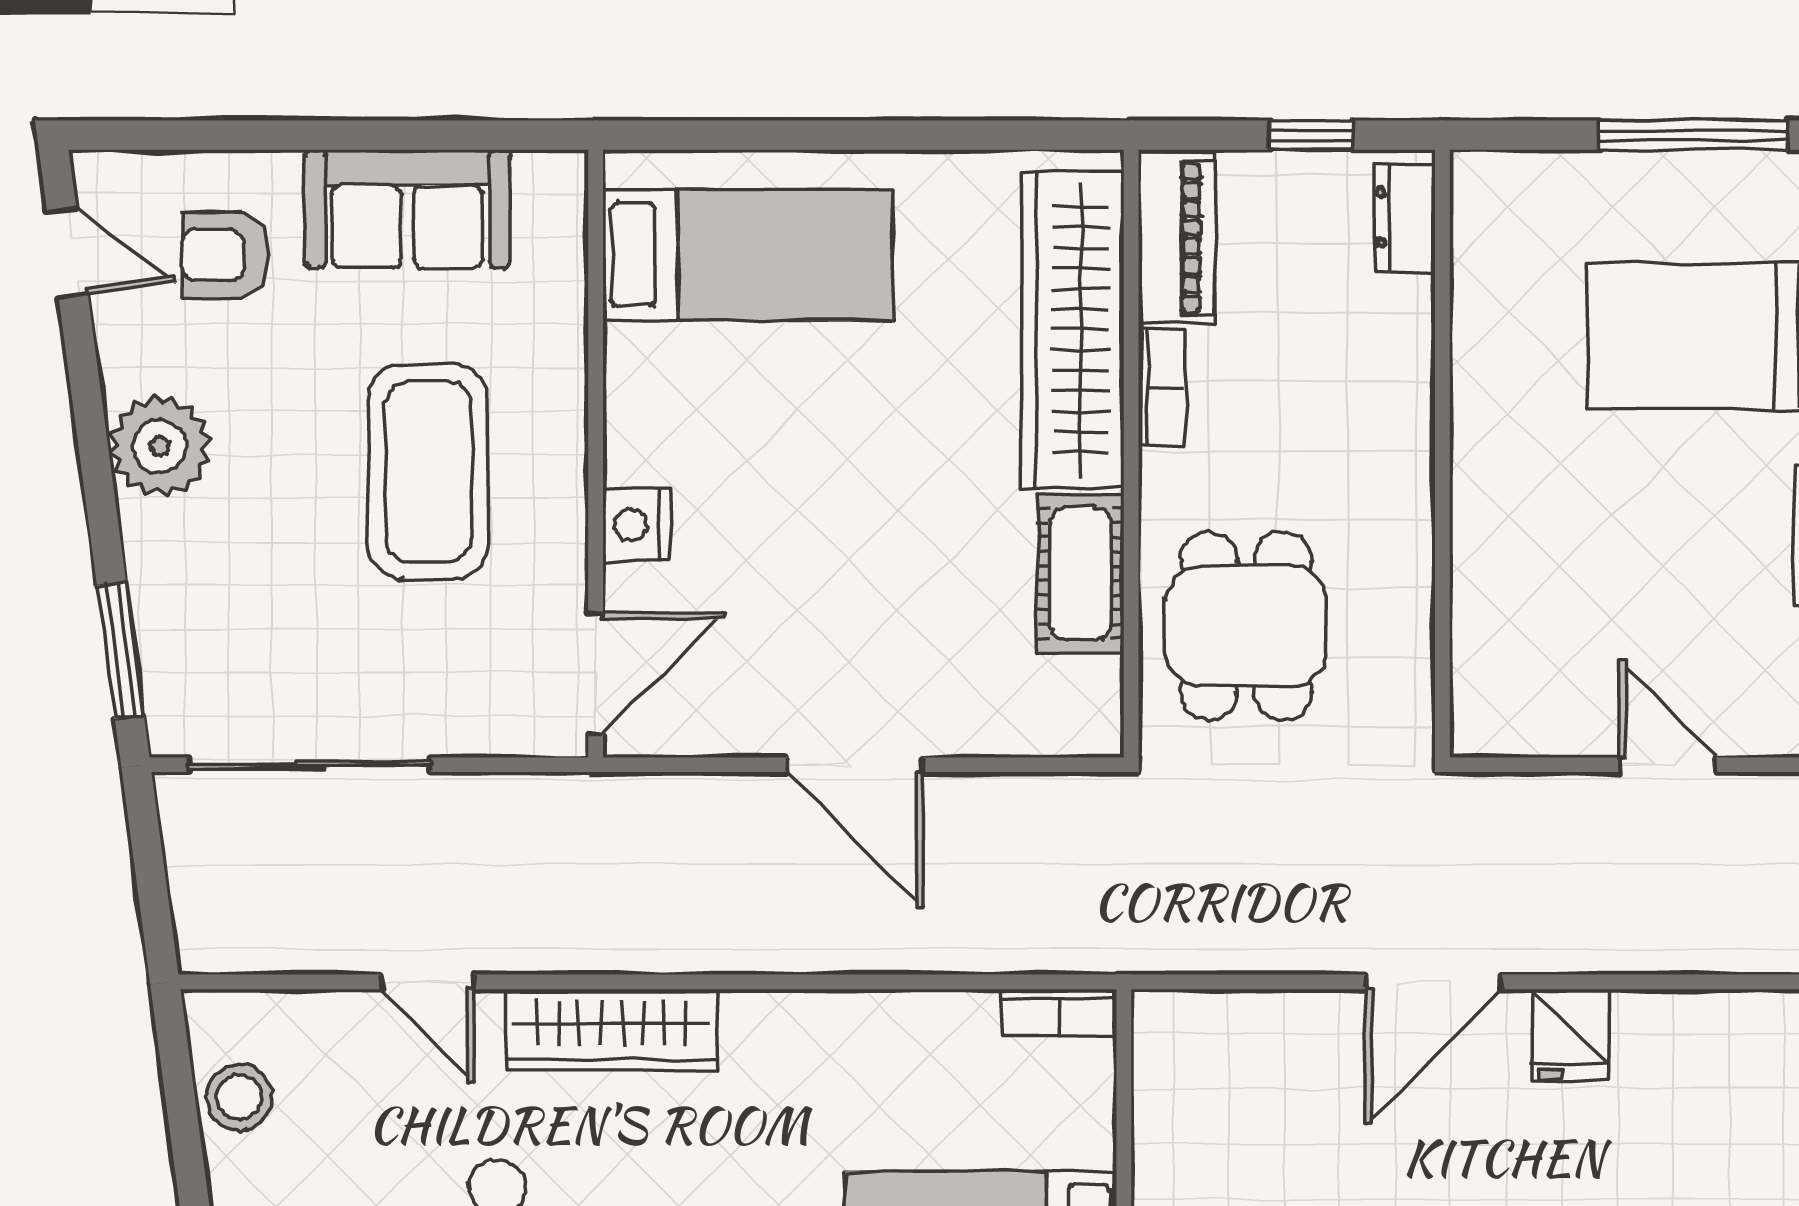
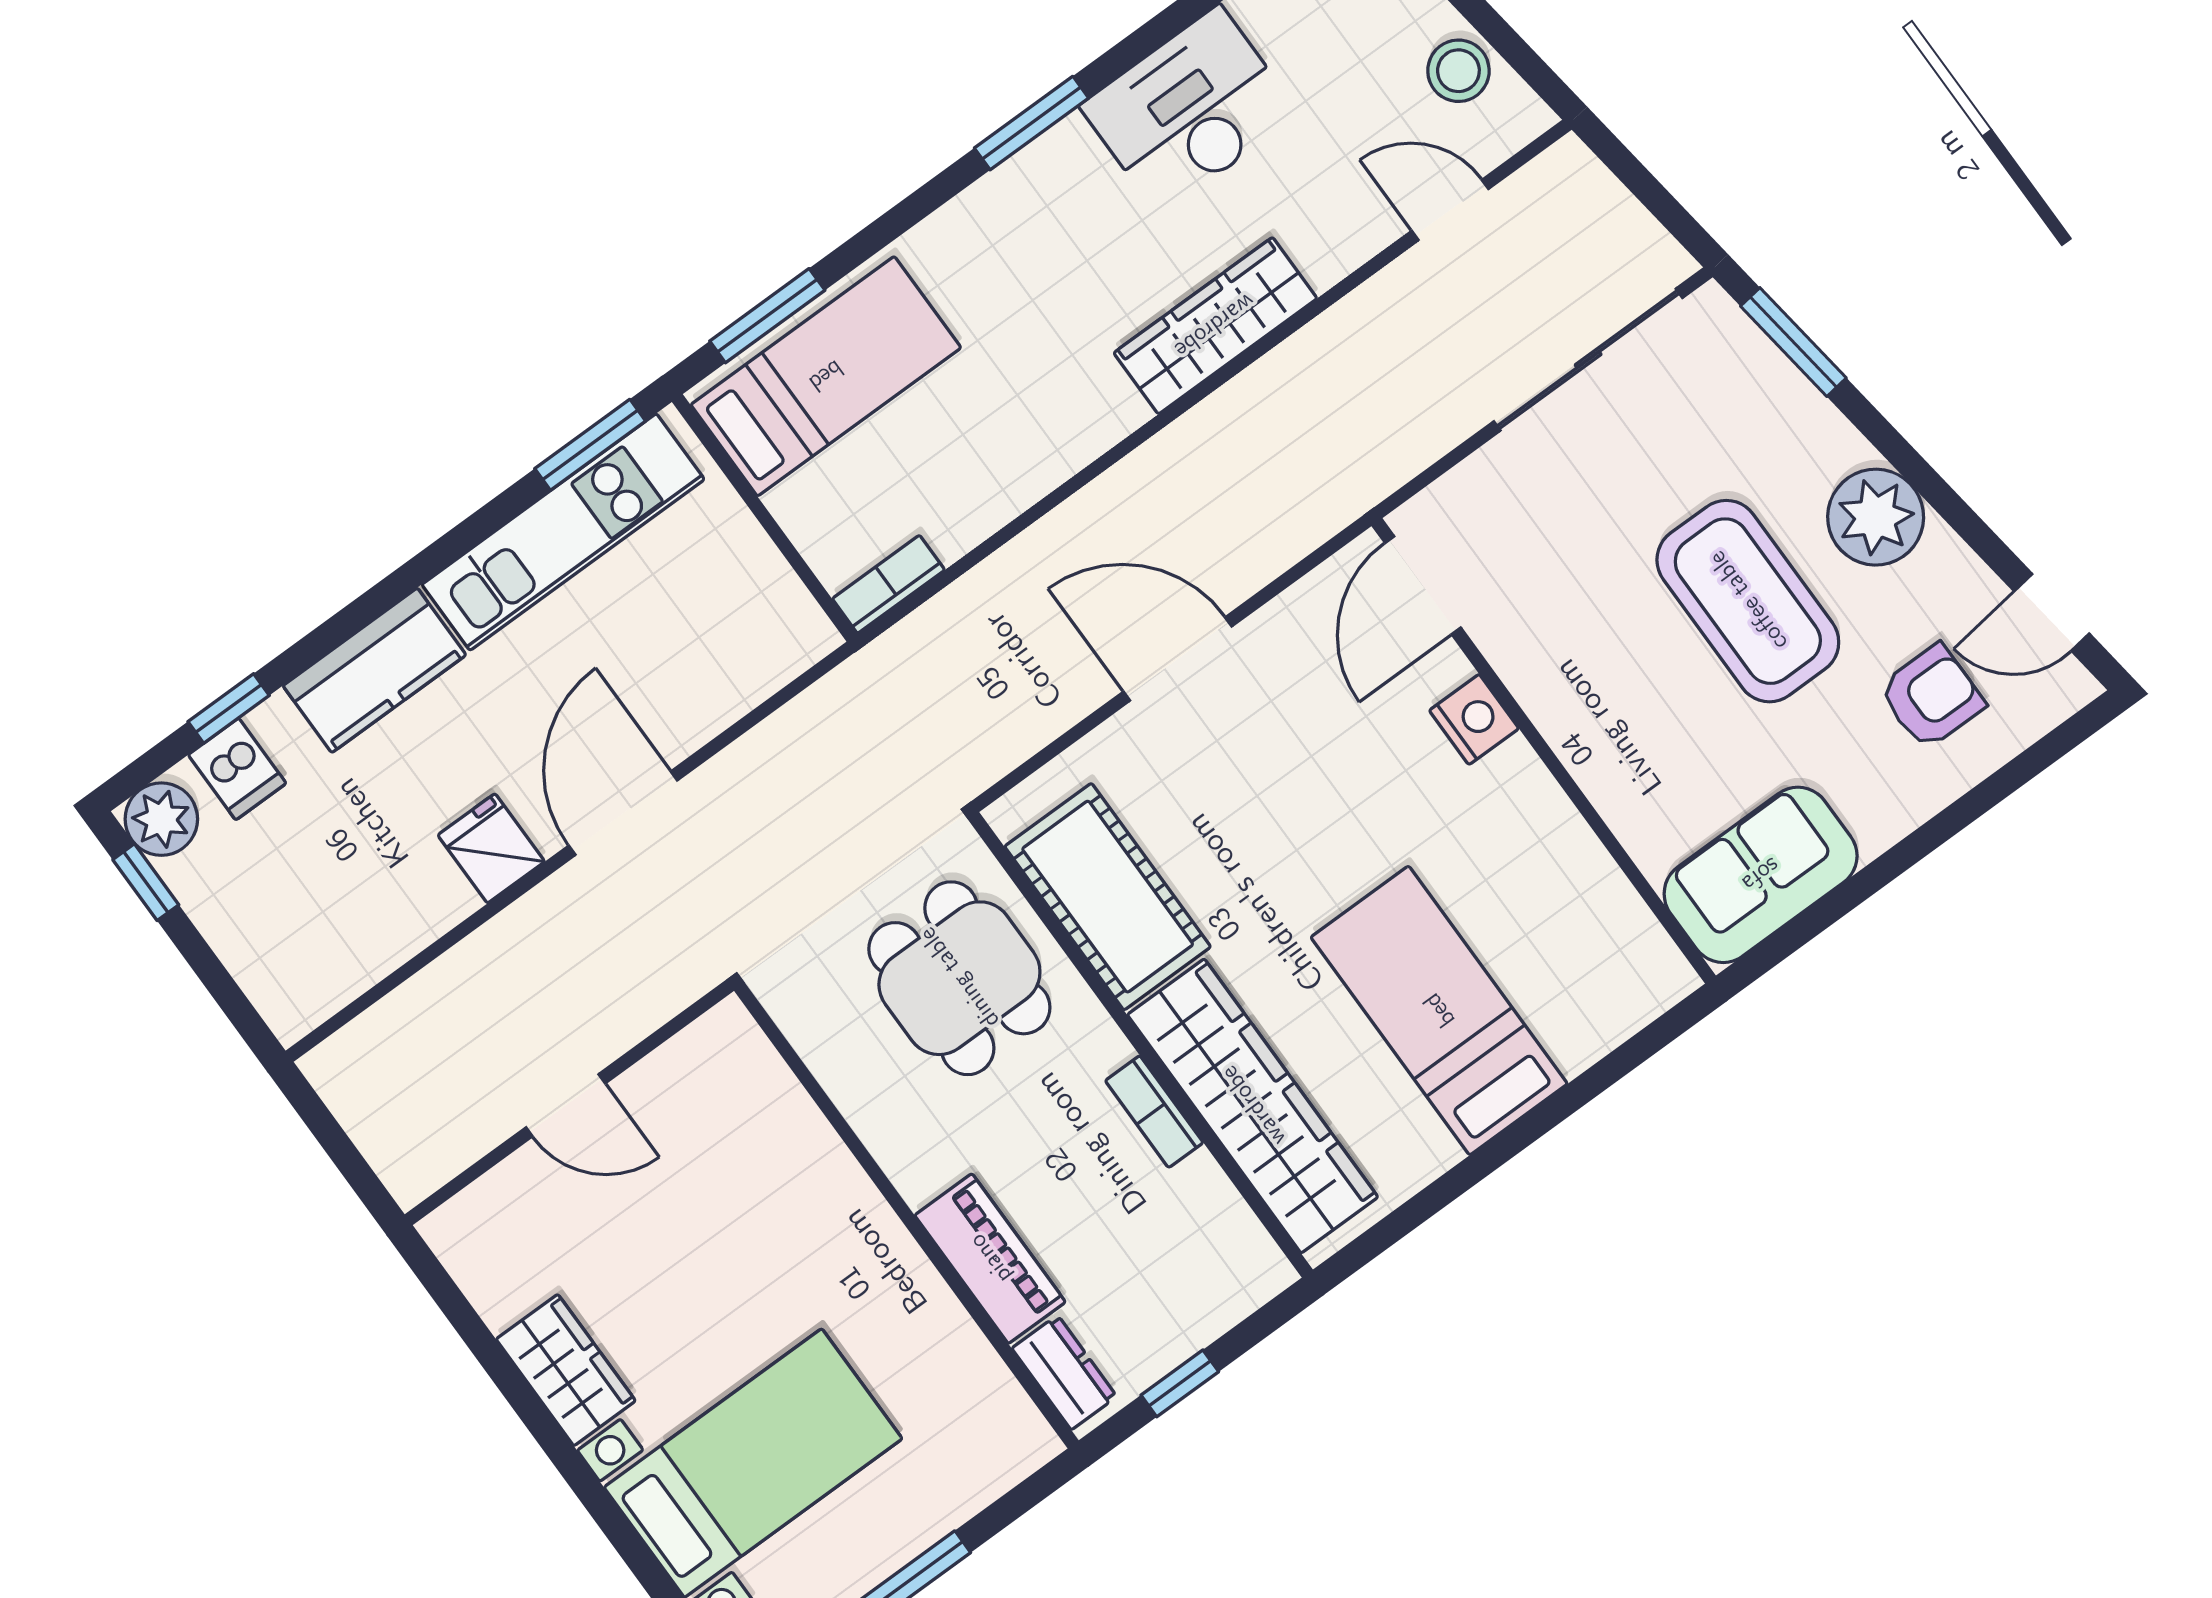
sofa: (407, 209) -> (1761, 875), moved
piano: (1177, 238) -> (990, 1259), moved, turned 180
bed: (748, 255) -> (1439, 1010), moved, turned 90
coffee table: (428, 472) -> (1748, 601), moved
cot: (1081, 574) -> (1108, 897), width x1.37, depth x1.34
door: (427, 982) -> (1450, 210), moved

